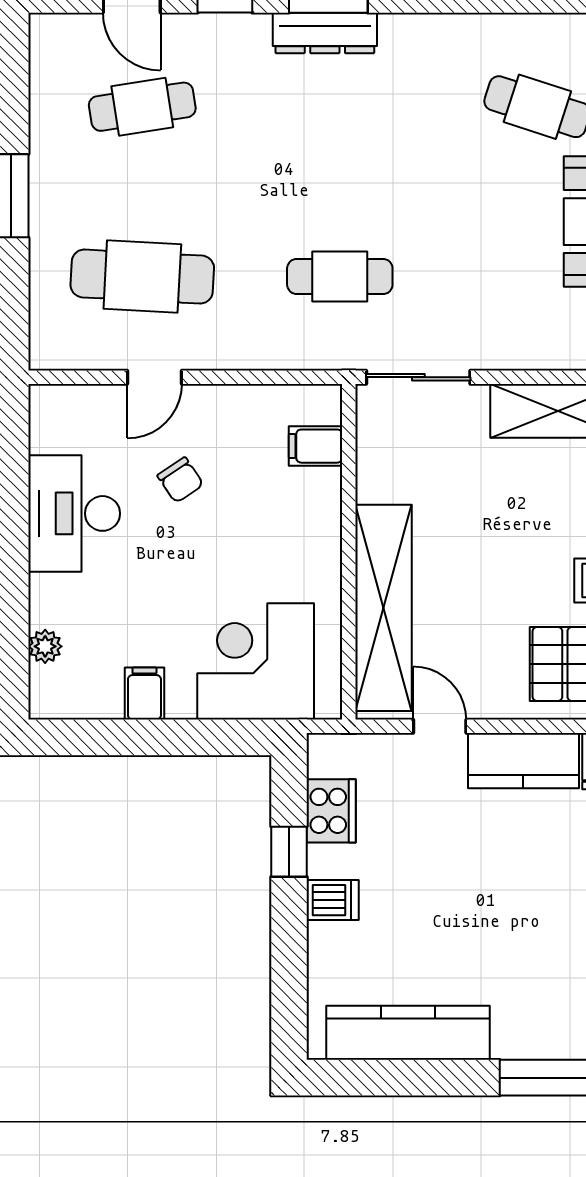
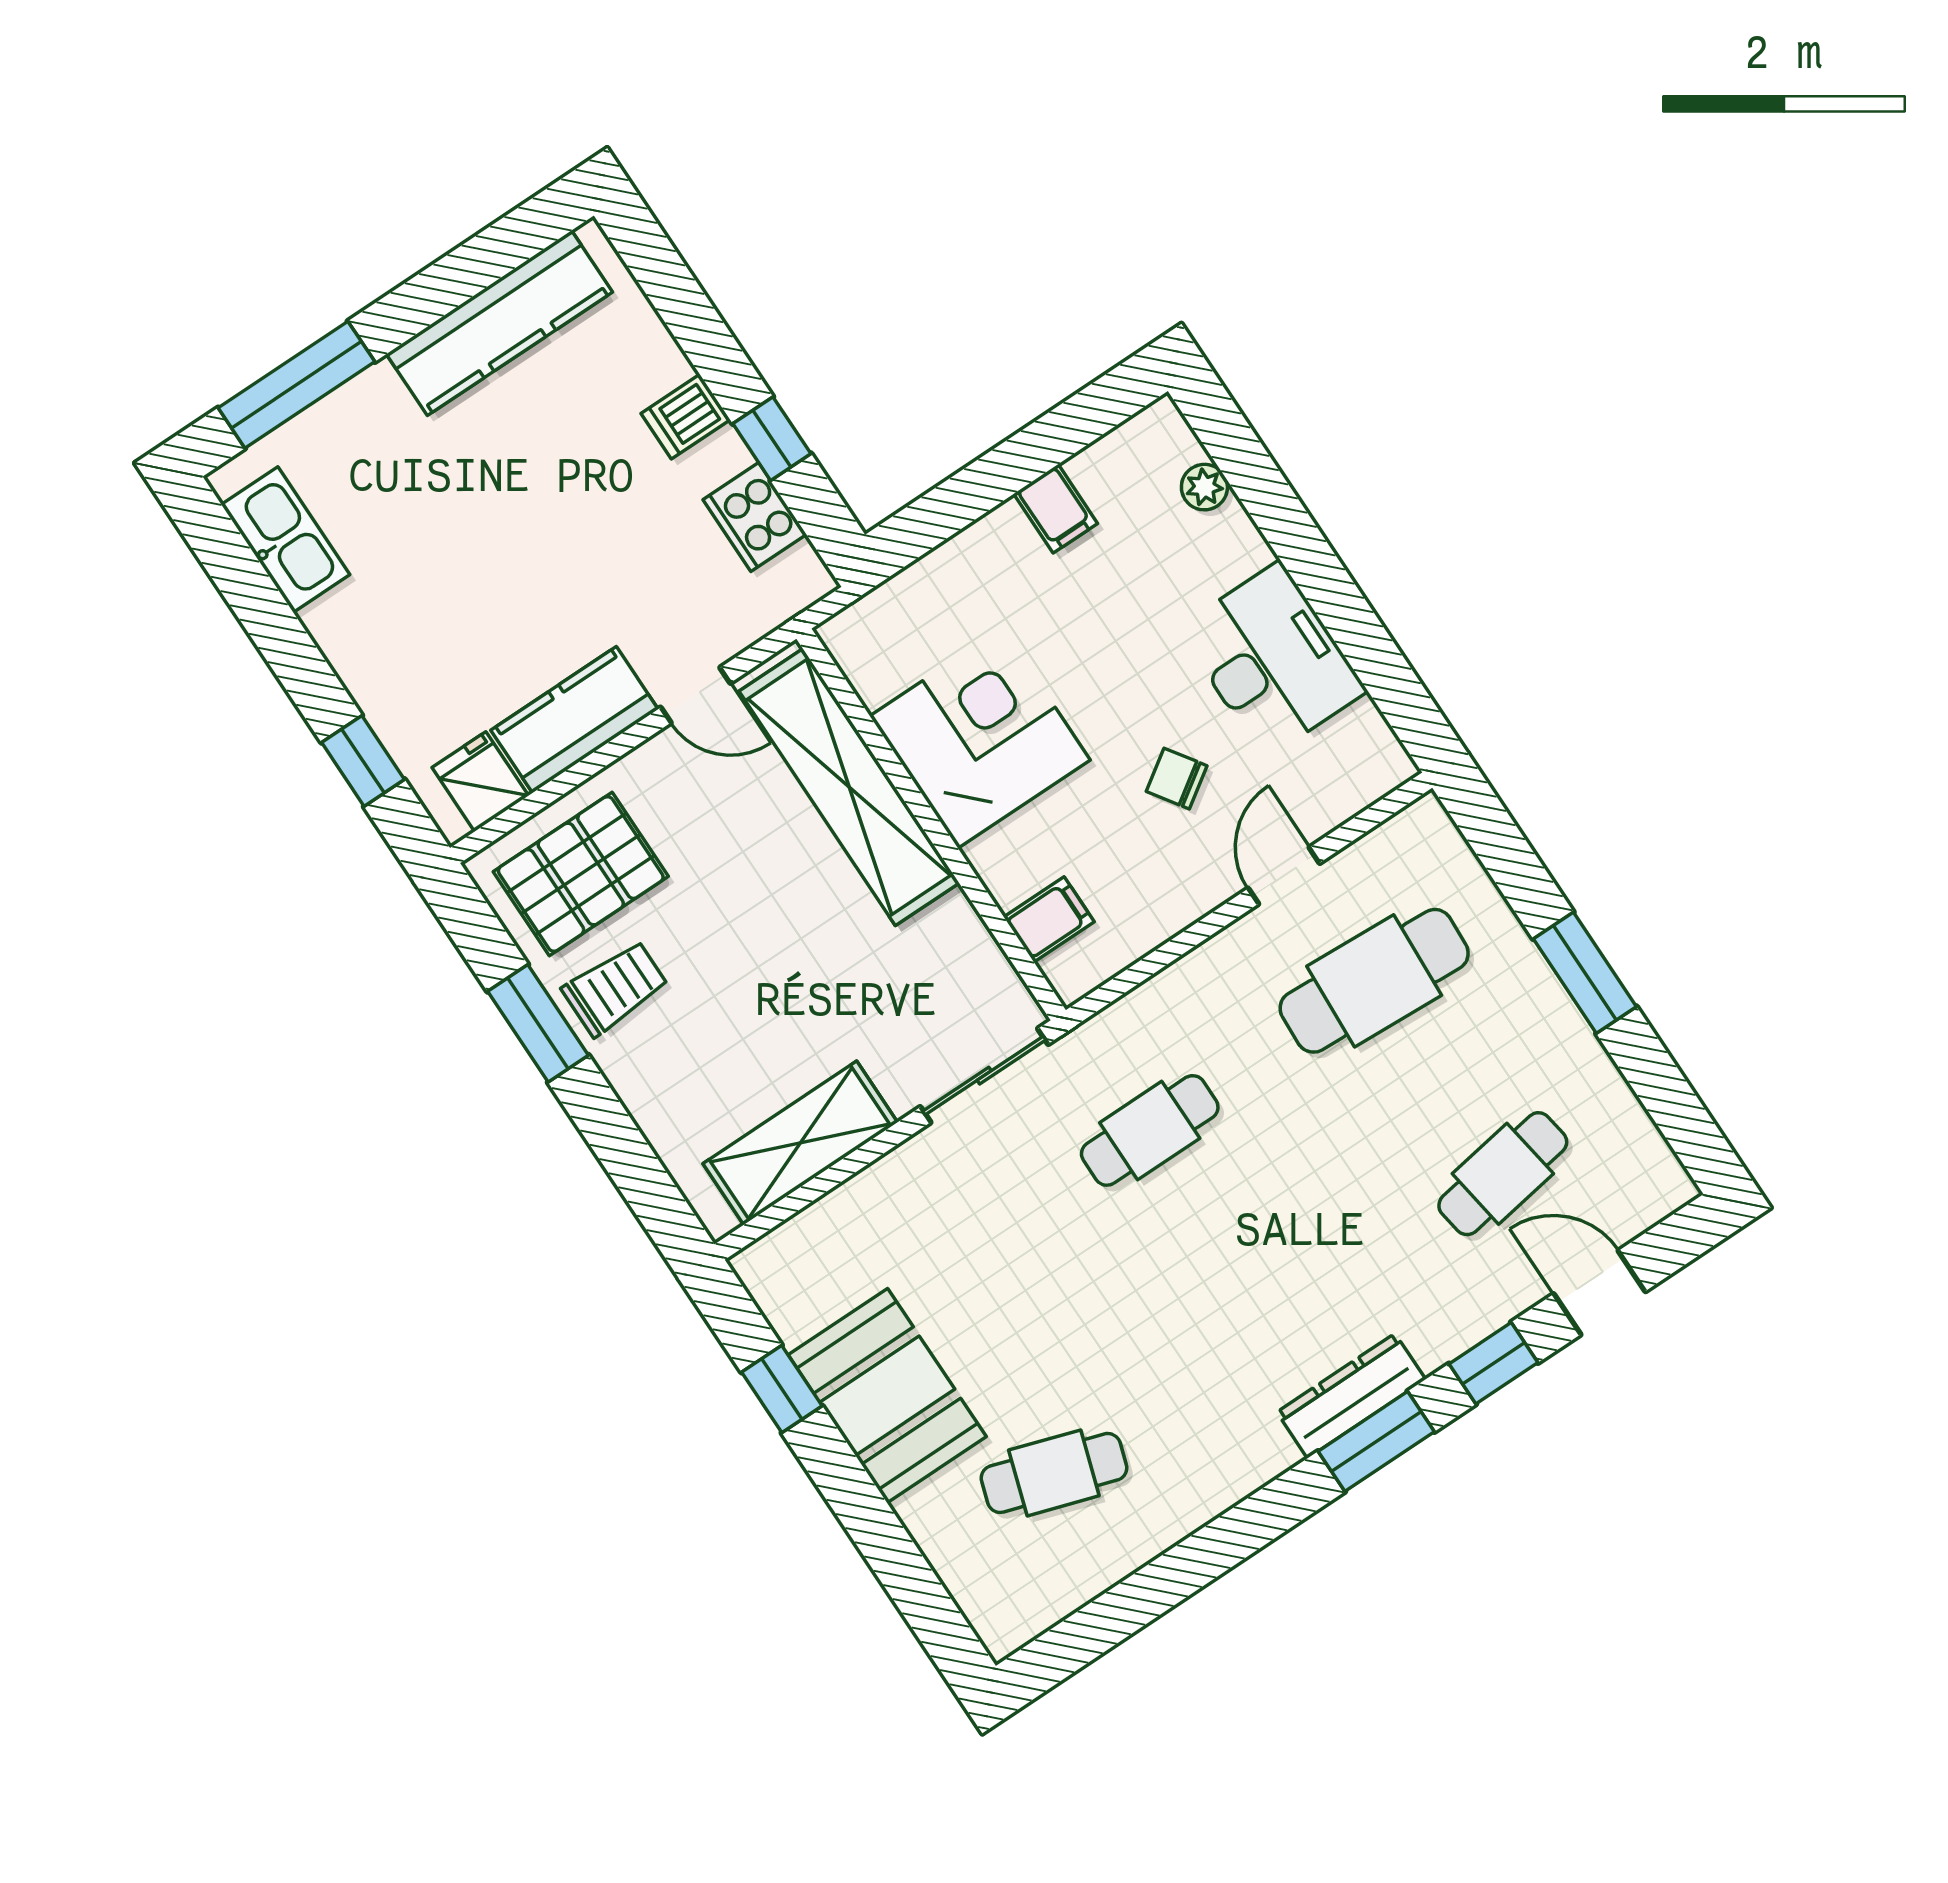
corner desk: (256, 661) -> (980, 738), moved, turned -90

